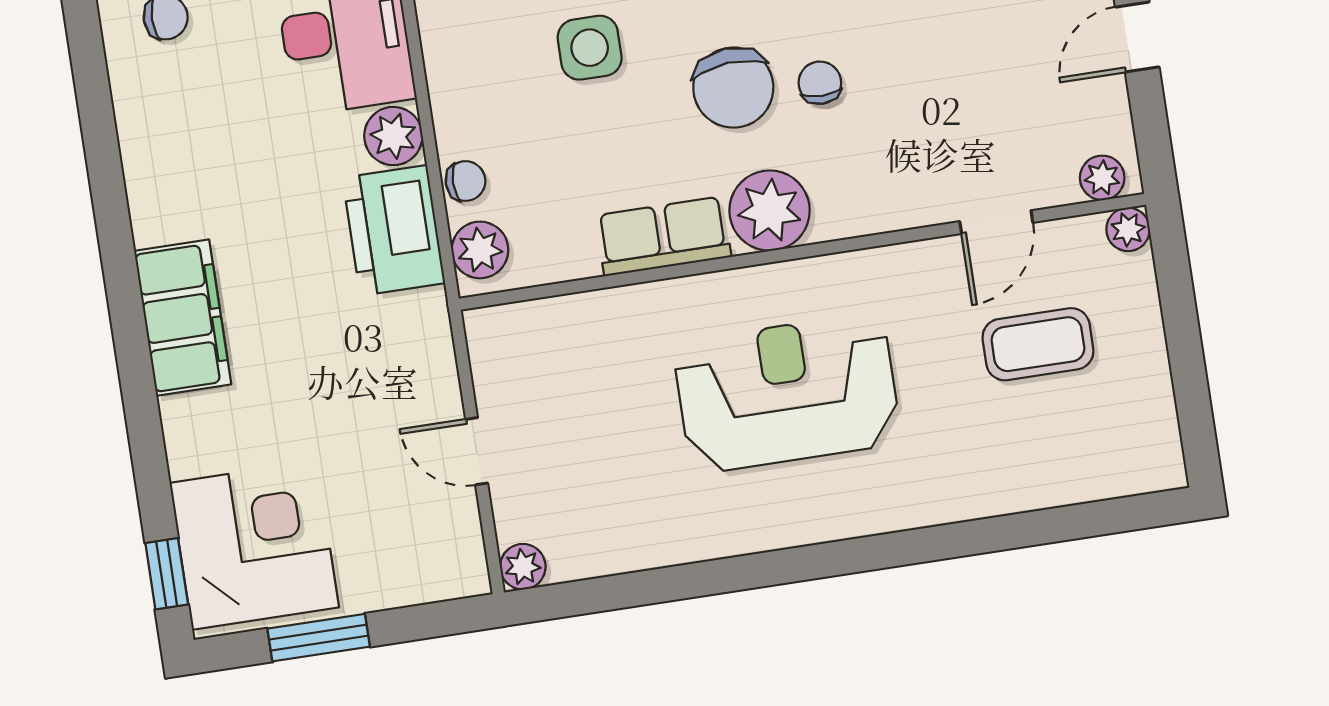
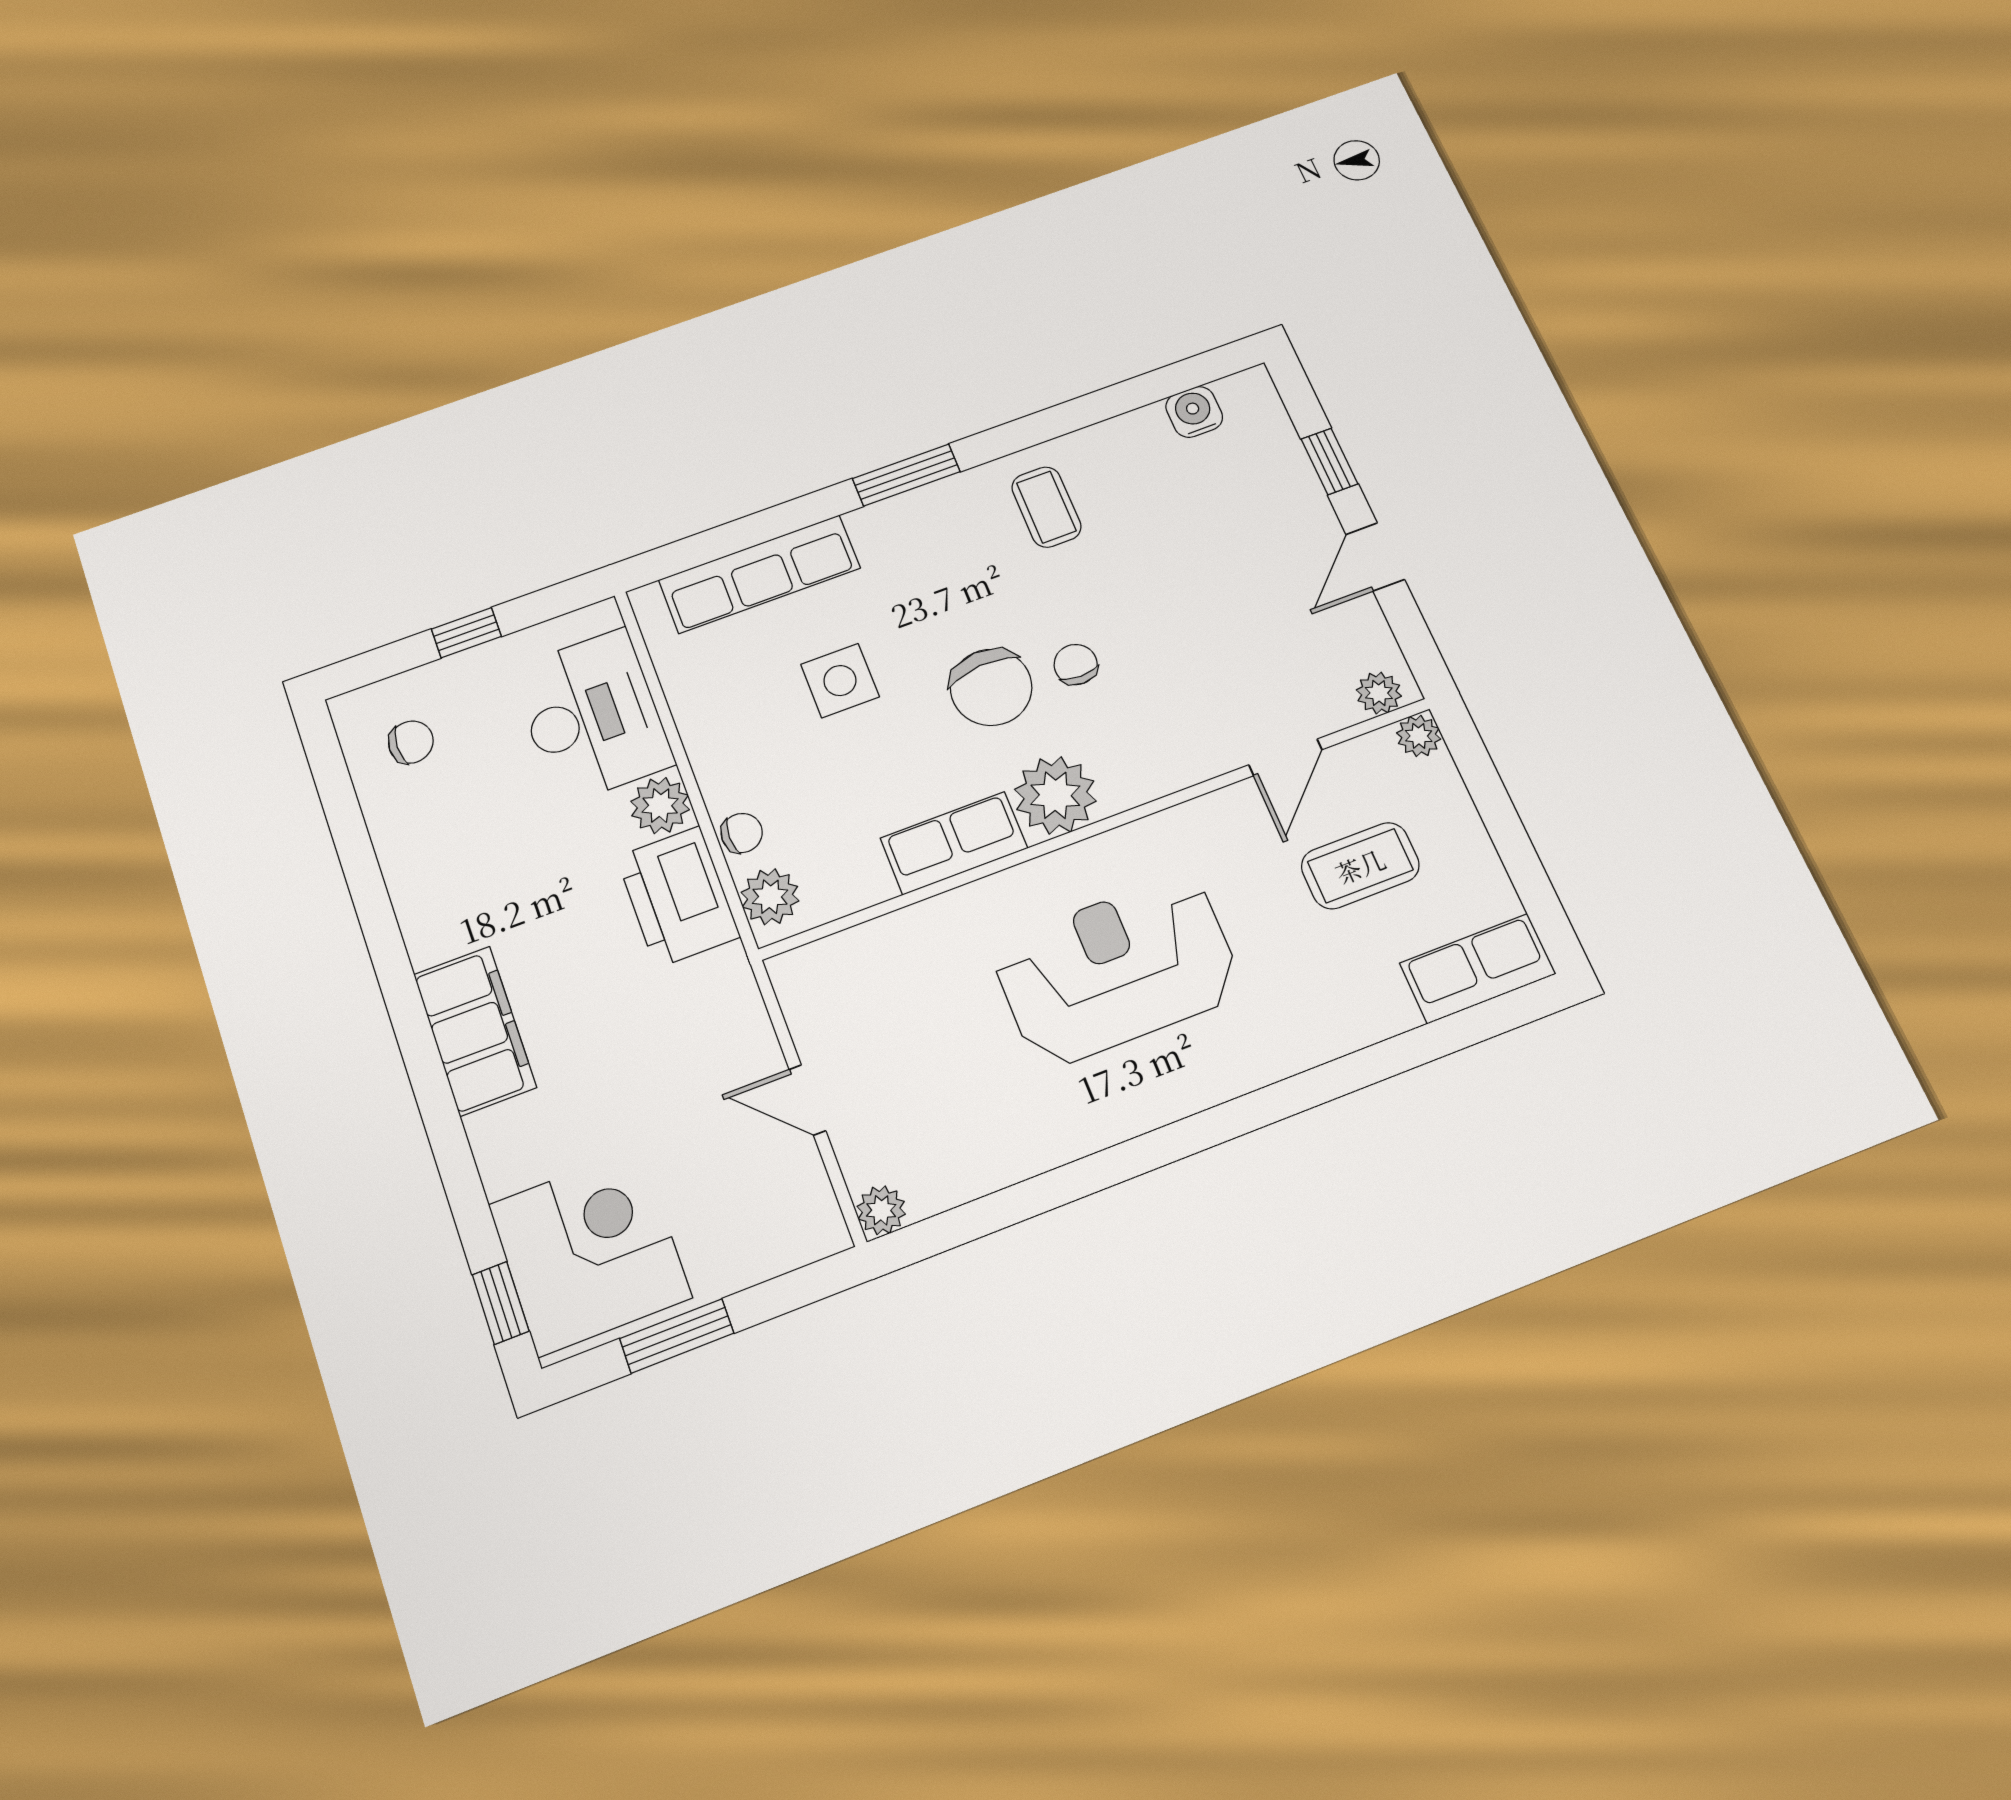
row of seats: (1119, 466) -> (1478, 969), added

